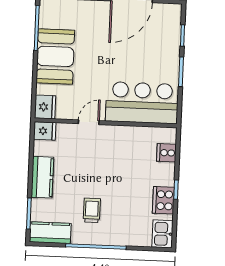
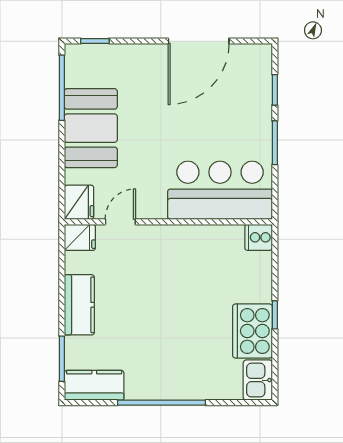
door: (89, 122) -> (120, 222), moved
cooker: (166, 153) -> (259, 237), moved
cooker: (163, 200) -> (252, 331), width x1.37, depth x1.31
trolley: (92, 210) -> (153, 350), removed

